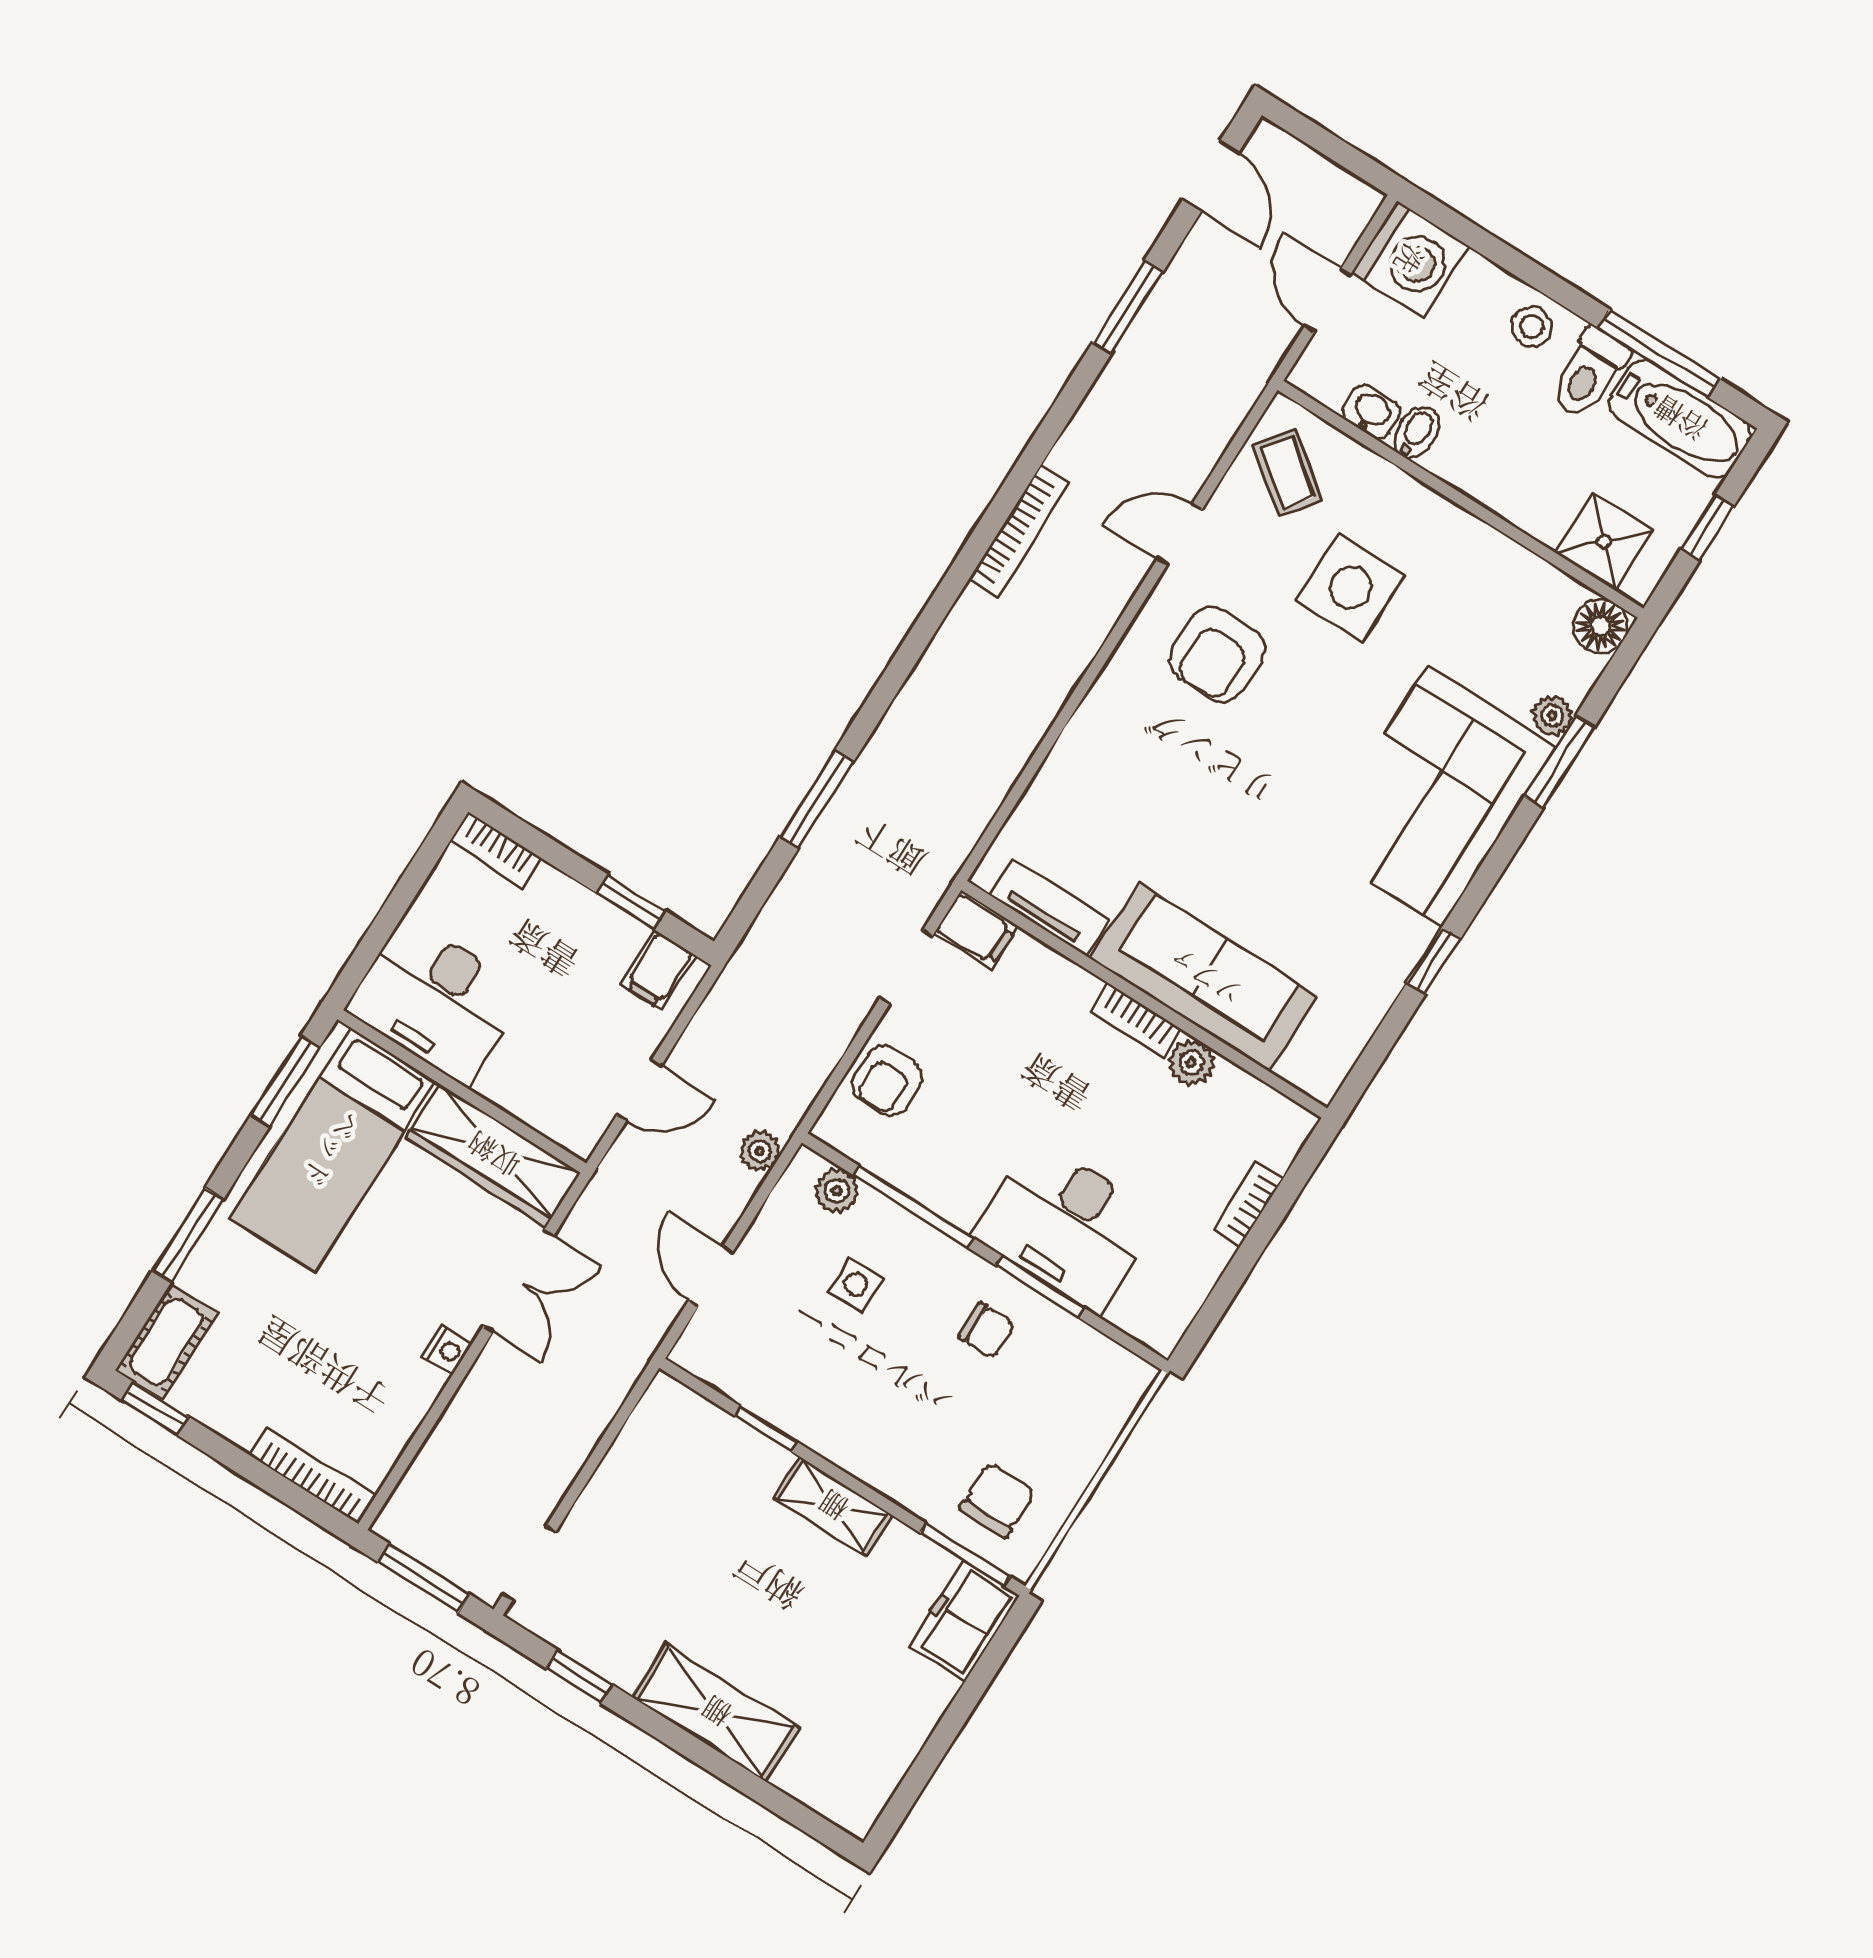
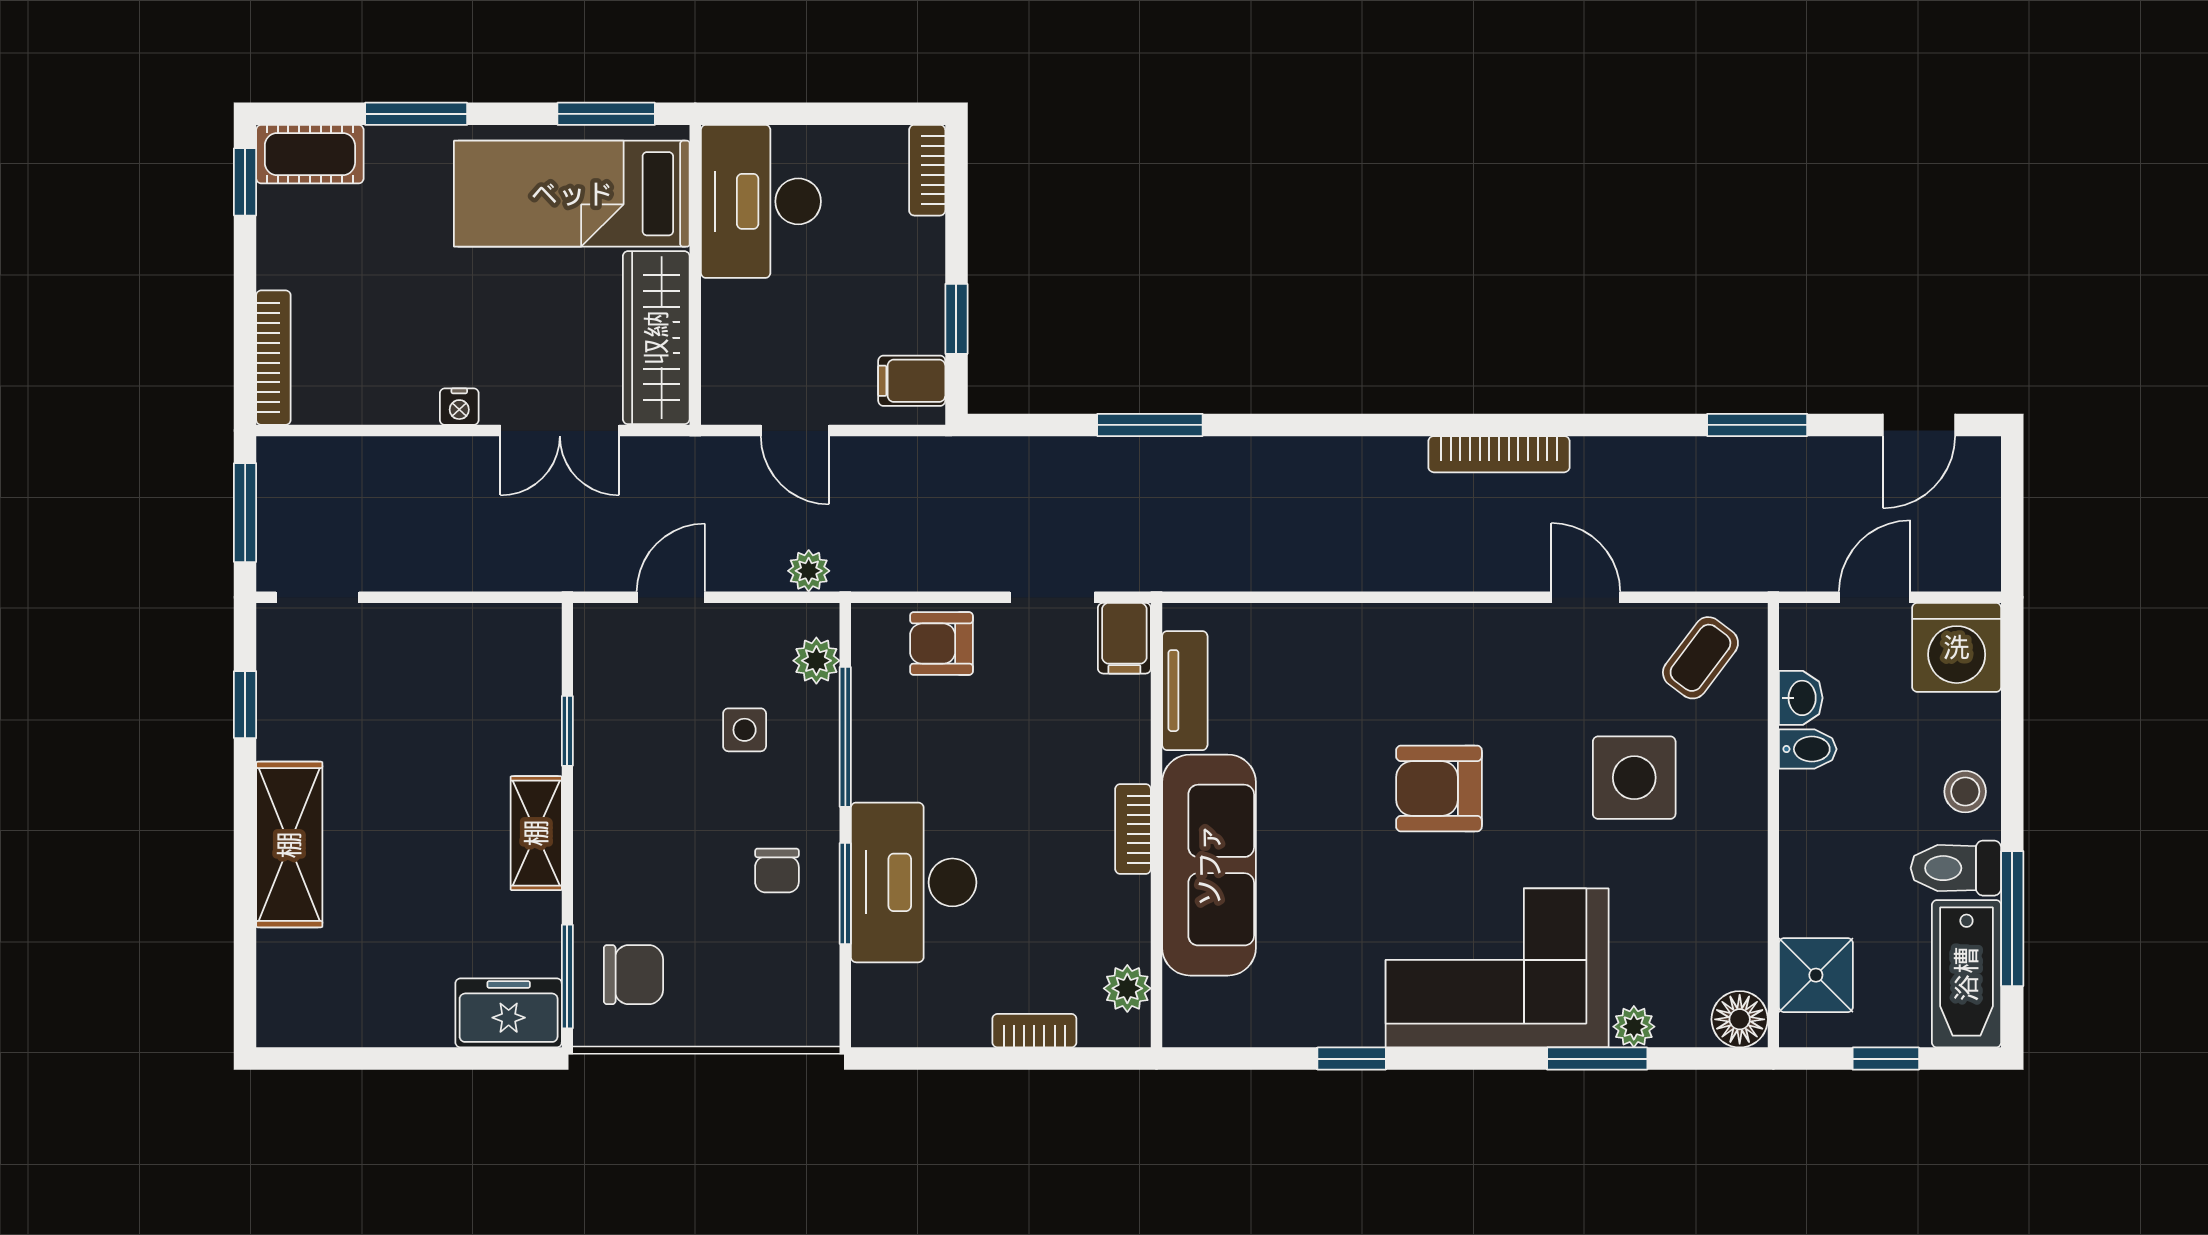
armchair: (1217, 654) -> (1439, 788), moved
plant: (1192, 1062) -> (1127, 988), moved

